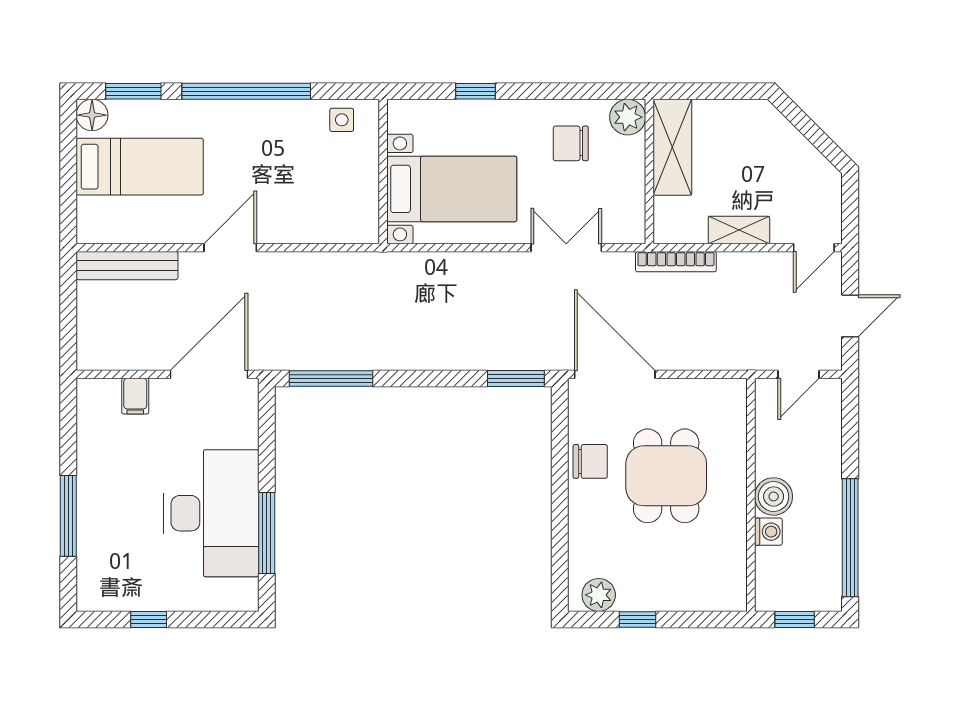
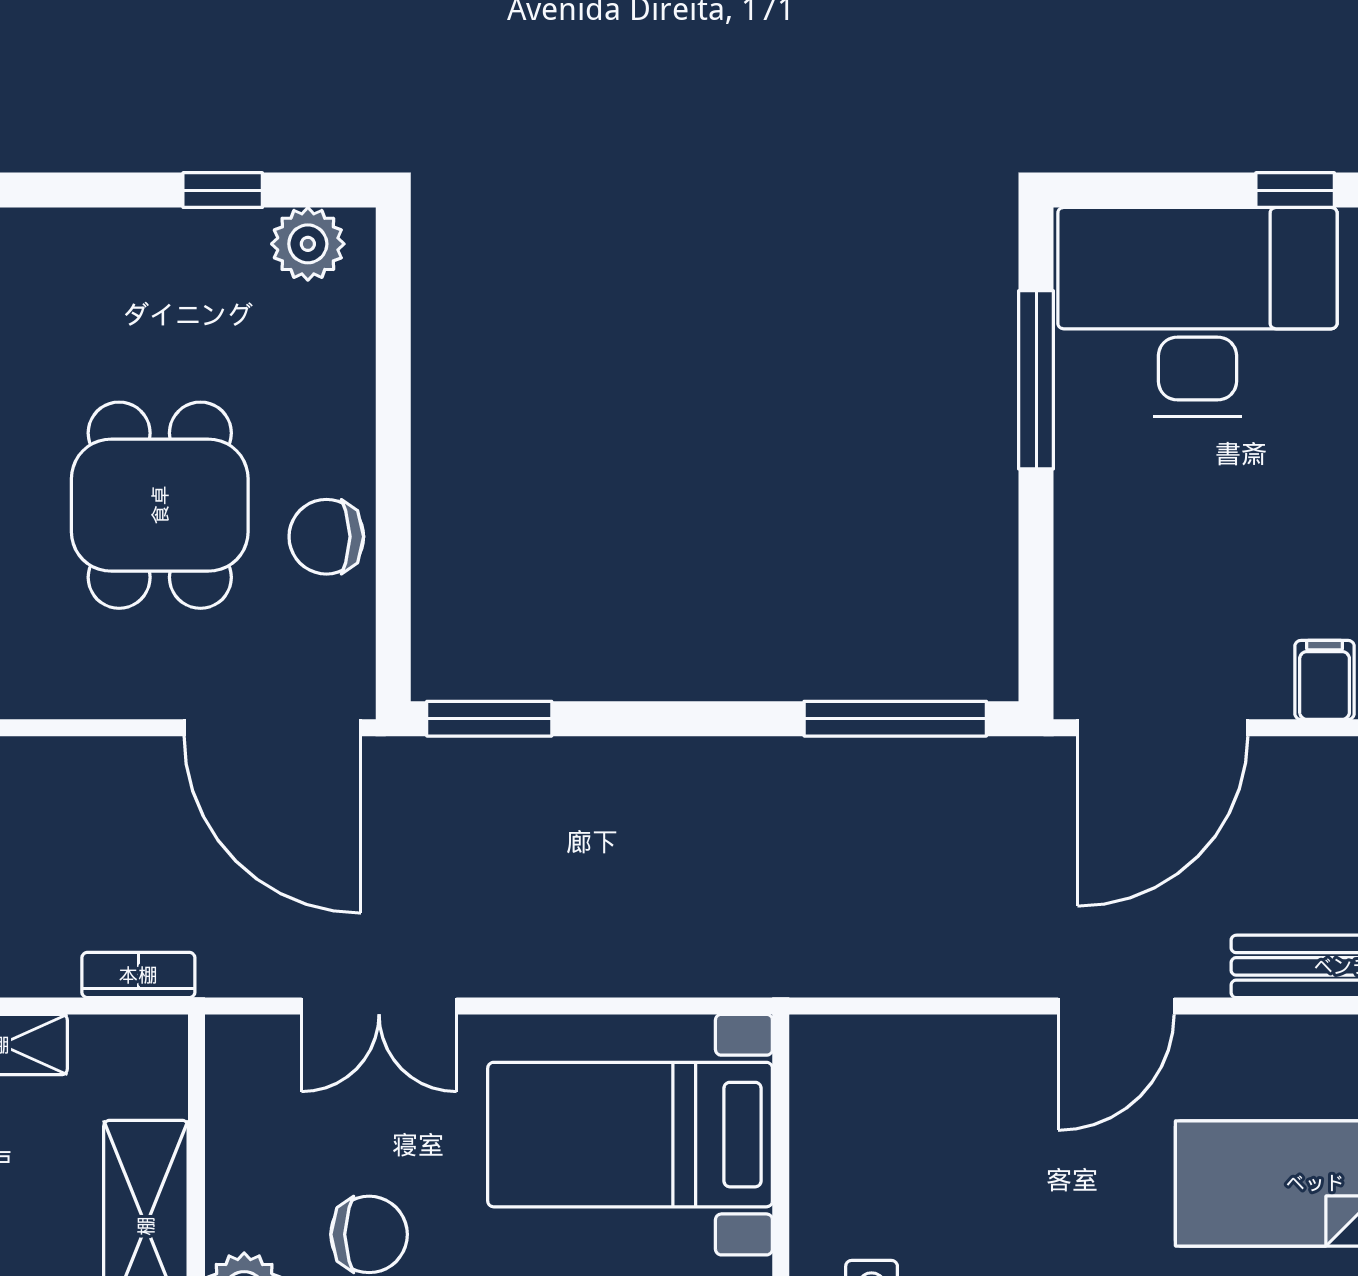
bookcase: (676, 262) -> (138, 975), width x0.64
desk: (211, 513) -> (1197, 312), moved, turned 90

